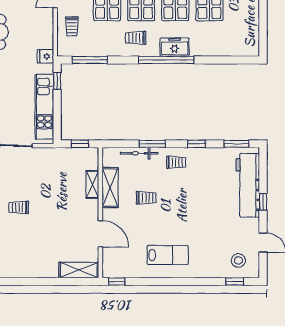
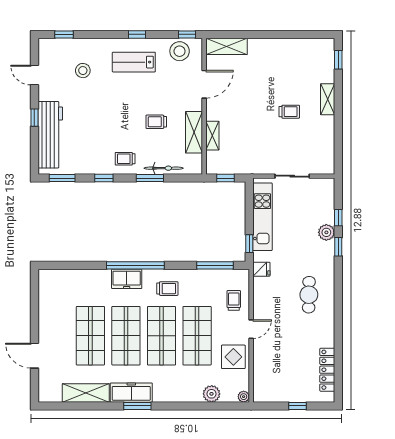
door: (100, 234) -> (204, 84), swing flipped
stool: (238, 260) -> (83, 71), moved
stool: (124, 265) -> (180, 51), added
window: (165, 281) -> (137, 34), added

